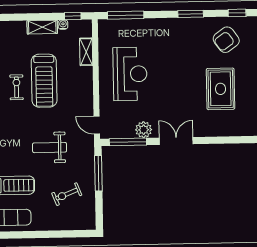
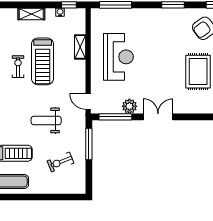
shelving: (42, 27) -> (31, 14), moved
shelving: (86, 52) -> (80, 47), moved

